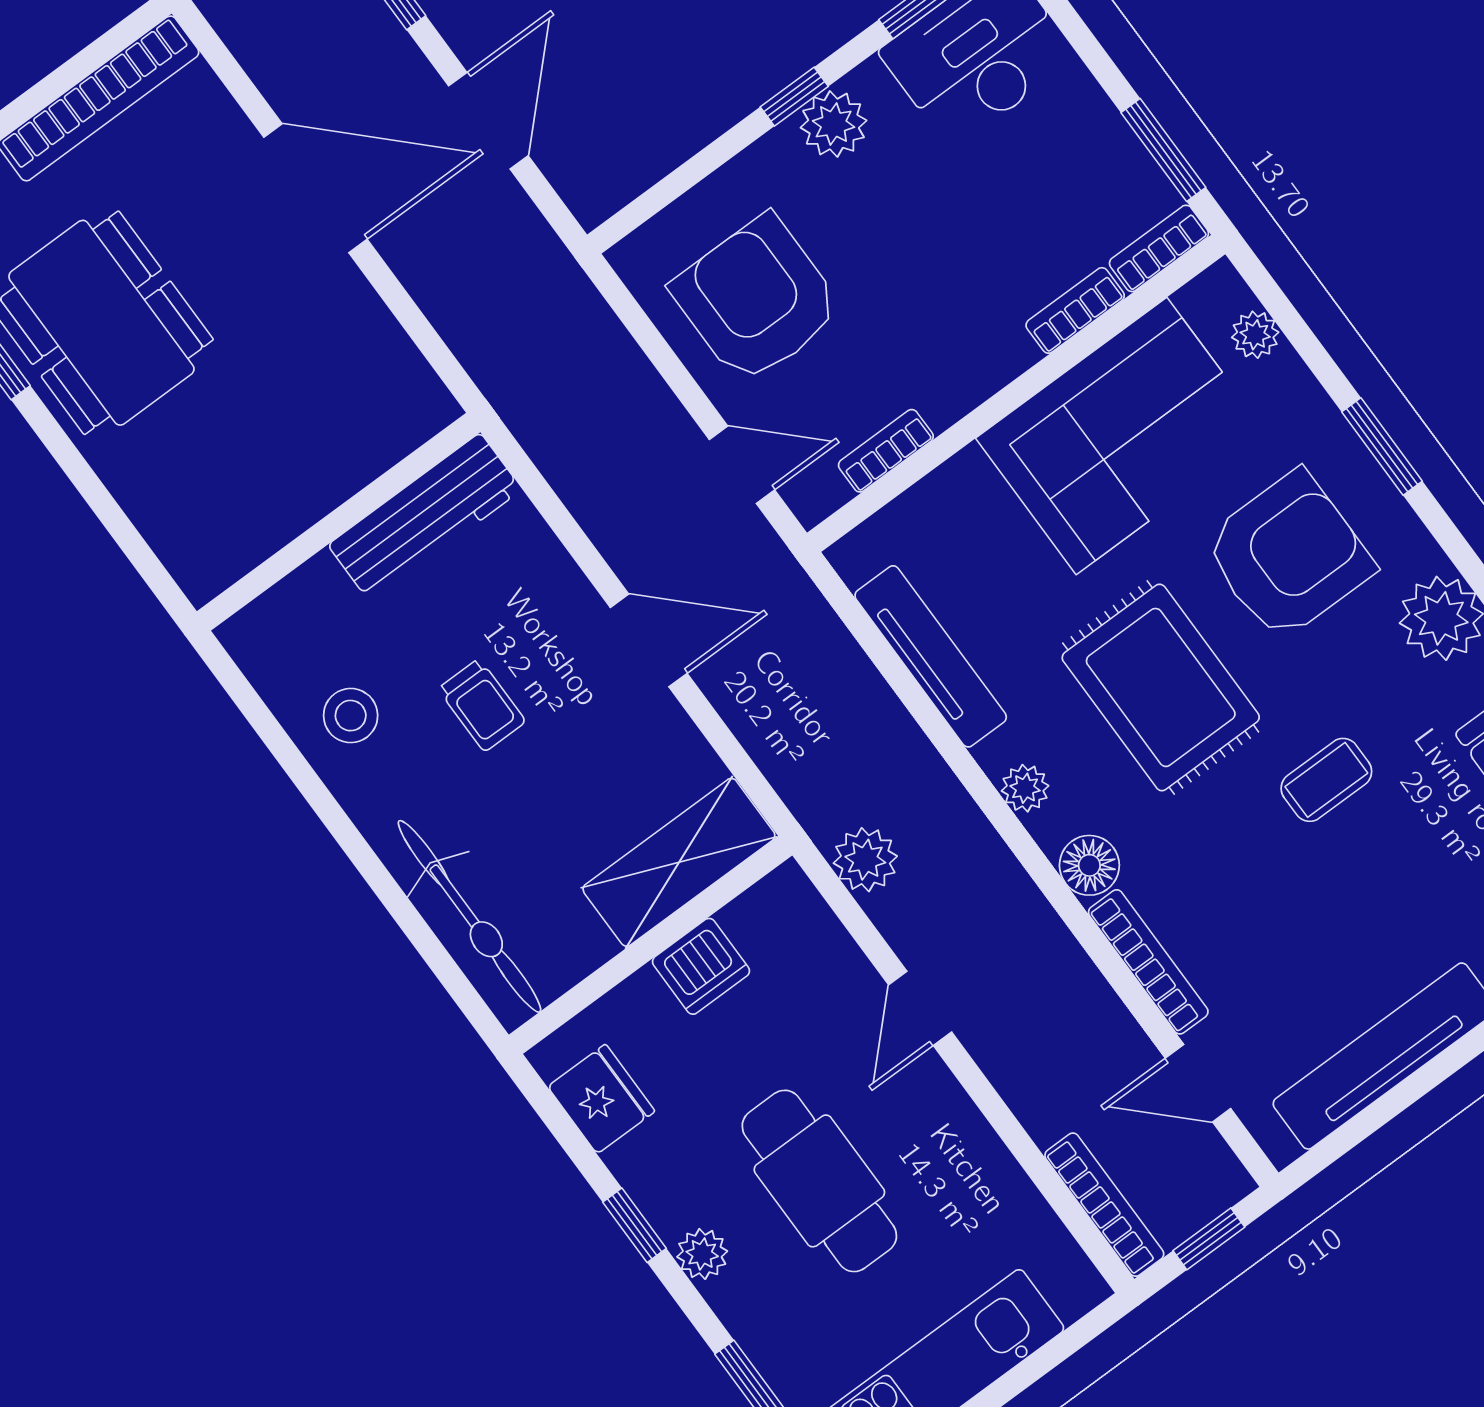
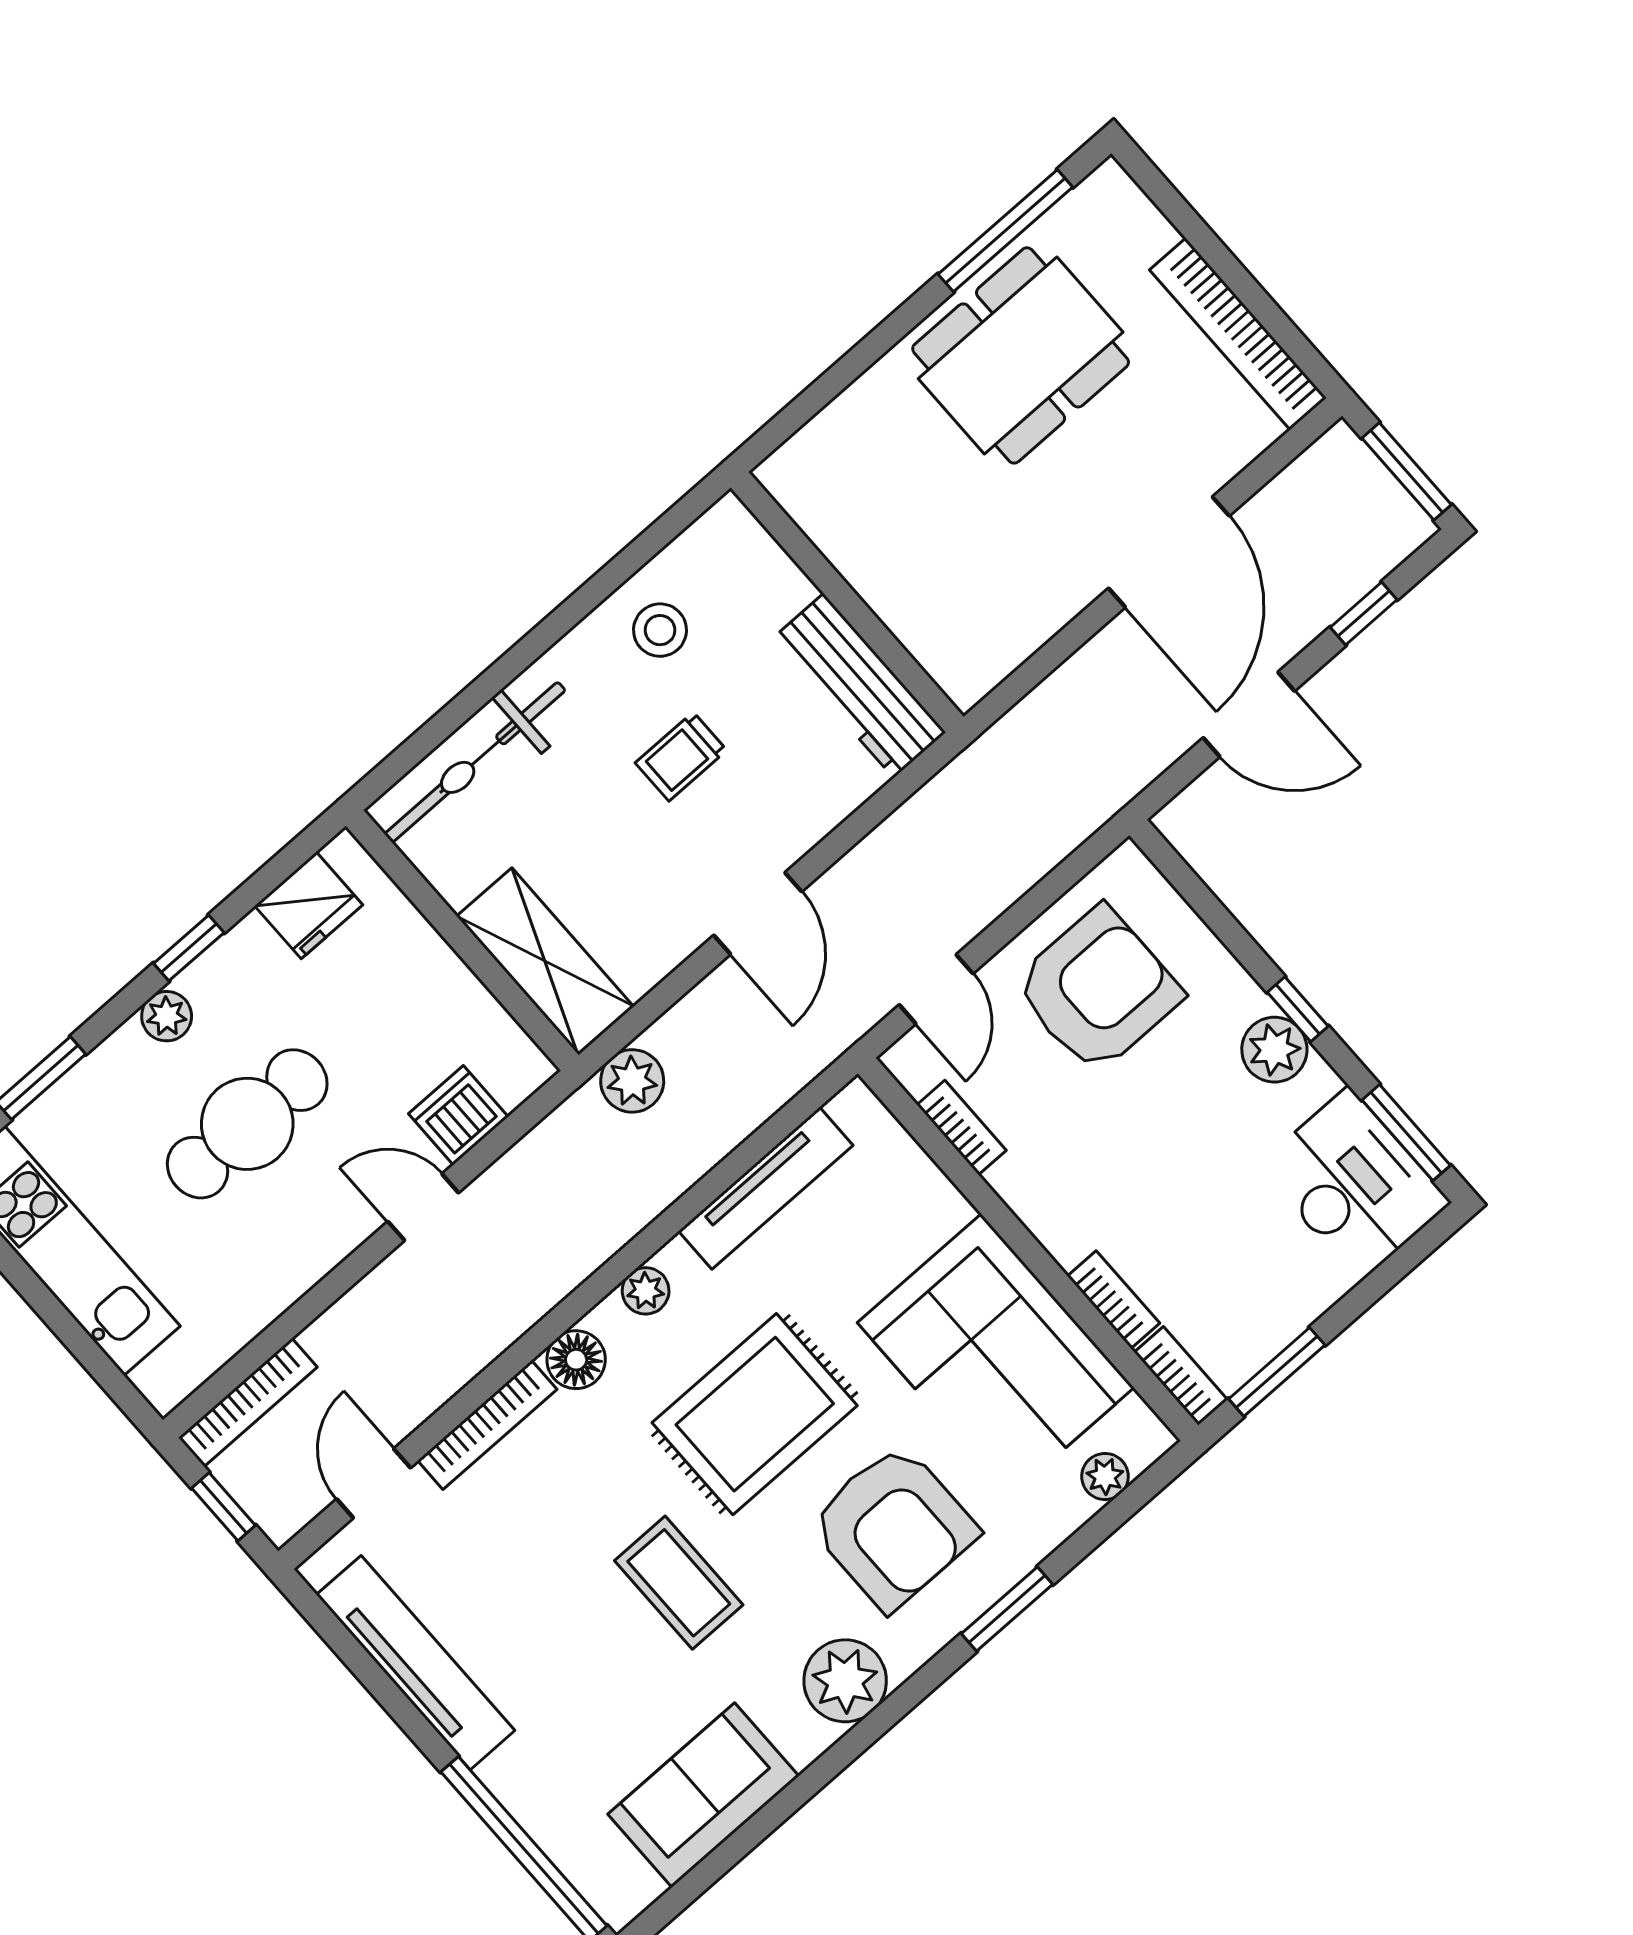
coffee table: (1326, 780) -> (679, 1583), width x1.36, depth x1.30
plant: (865, 860) -> (632, 1081), moved
dishwasher: (701, 966) -> (458, 1115), moved, turned 90

